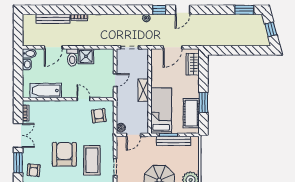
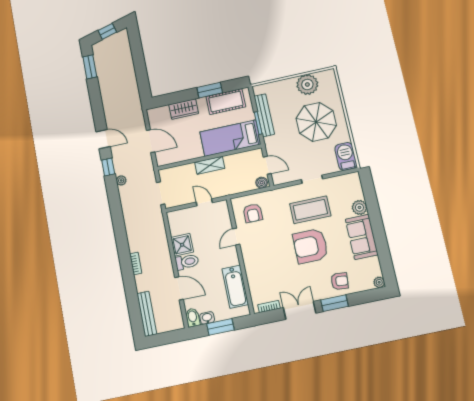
bench: (53, 19) -> (147, 314), moved
wardrobe: (193, 64) -> (184, 109), moved
window: (18, 73) -> (220, 327), added
armchair: (99, 116) -> (253, 213), turned -83

